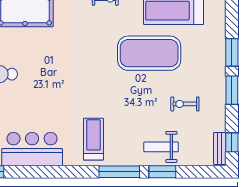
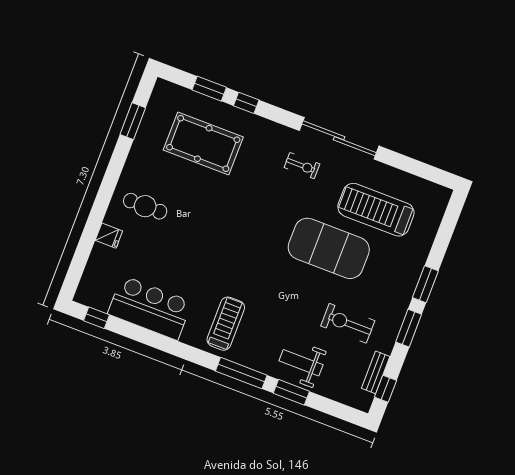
exercise bike: (185, 104) -> (348, 323), width x1.38, depth x1.39
bench: (220, 148) -> (376, 372), moved

